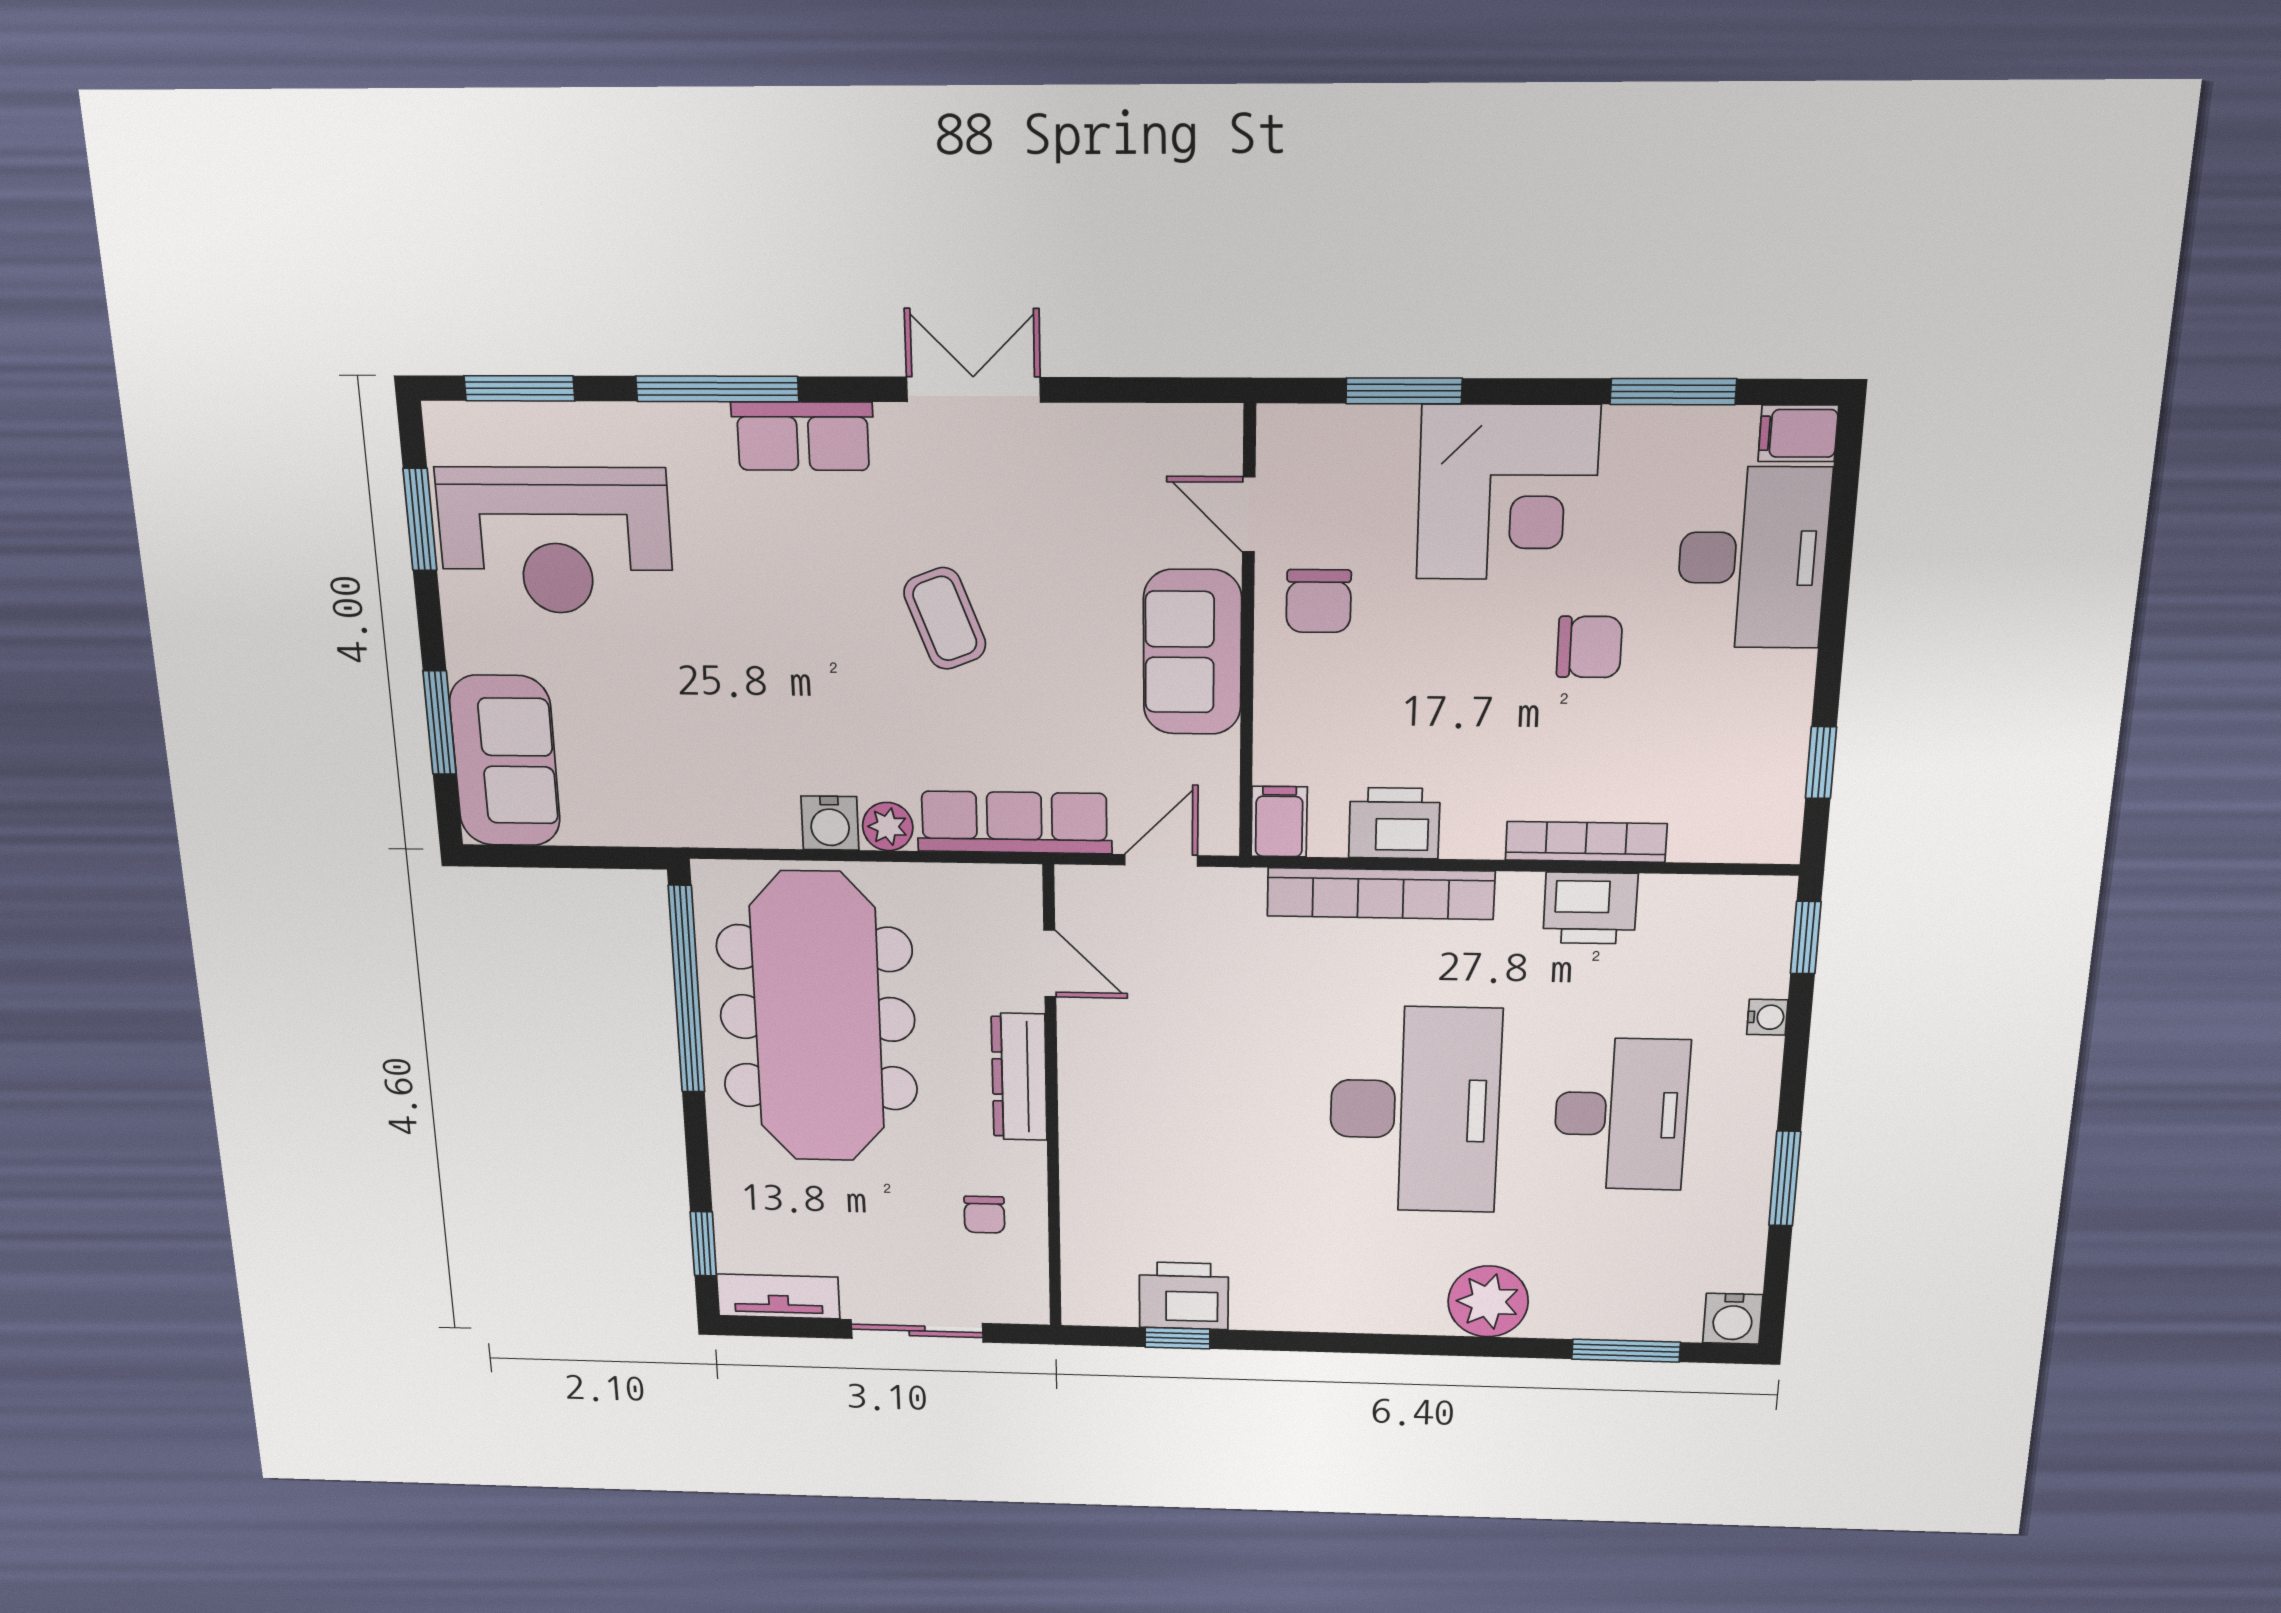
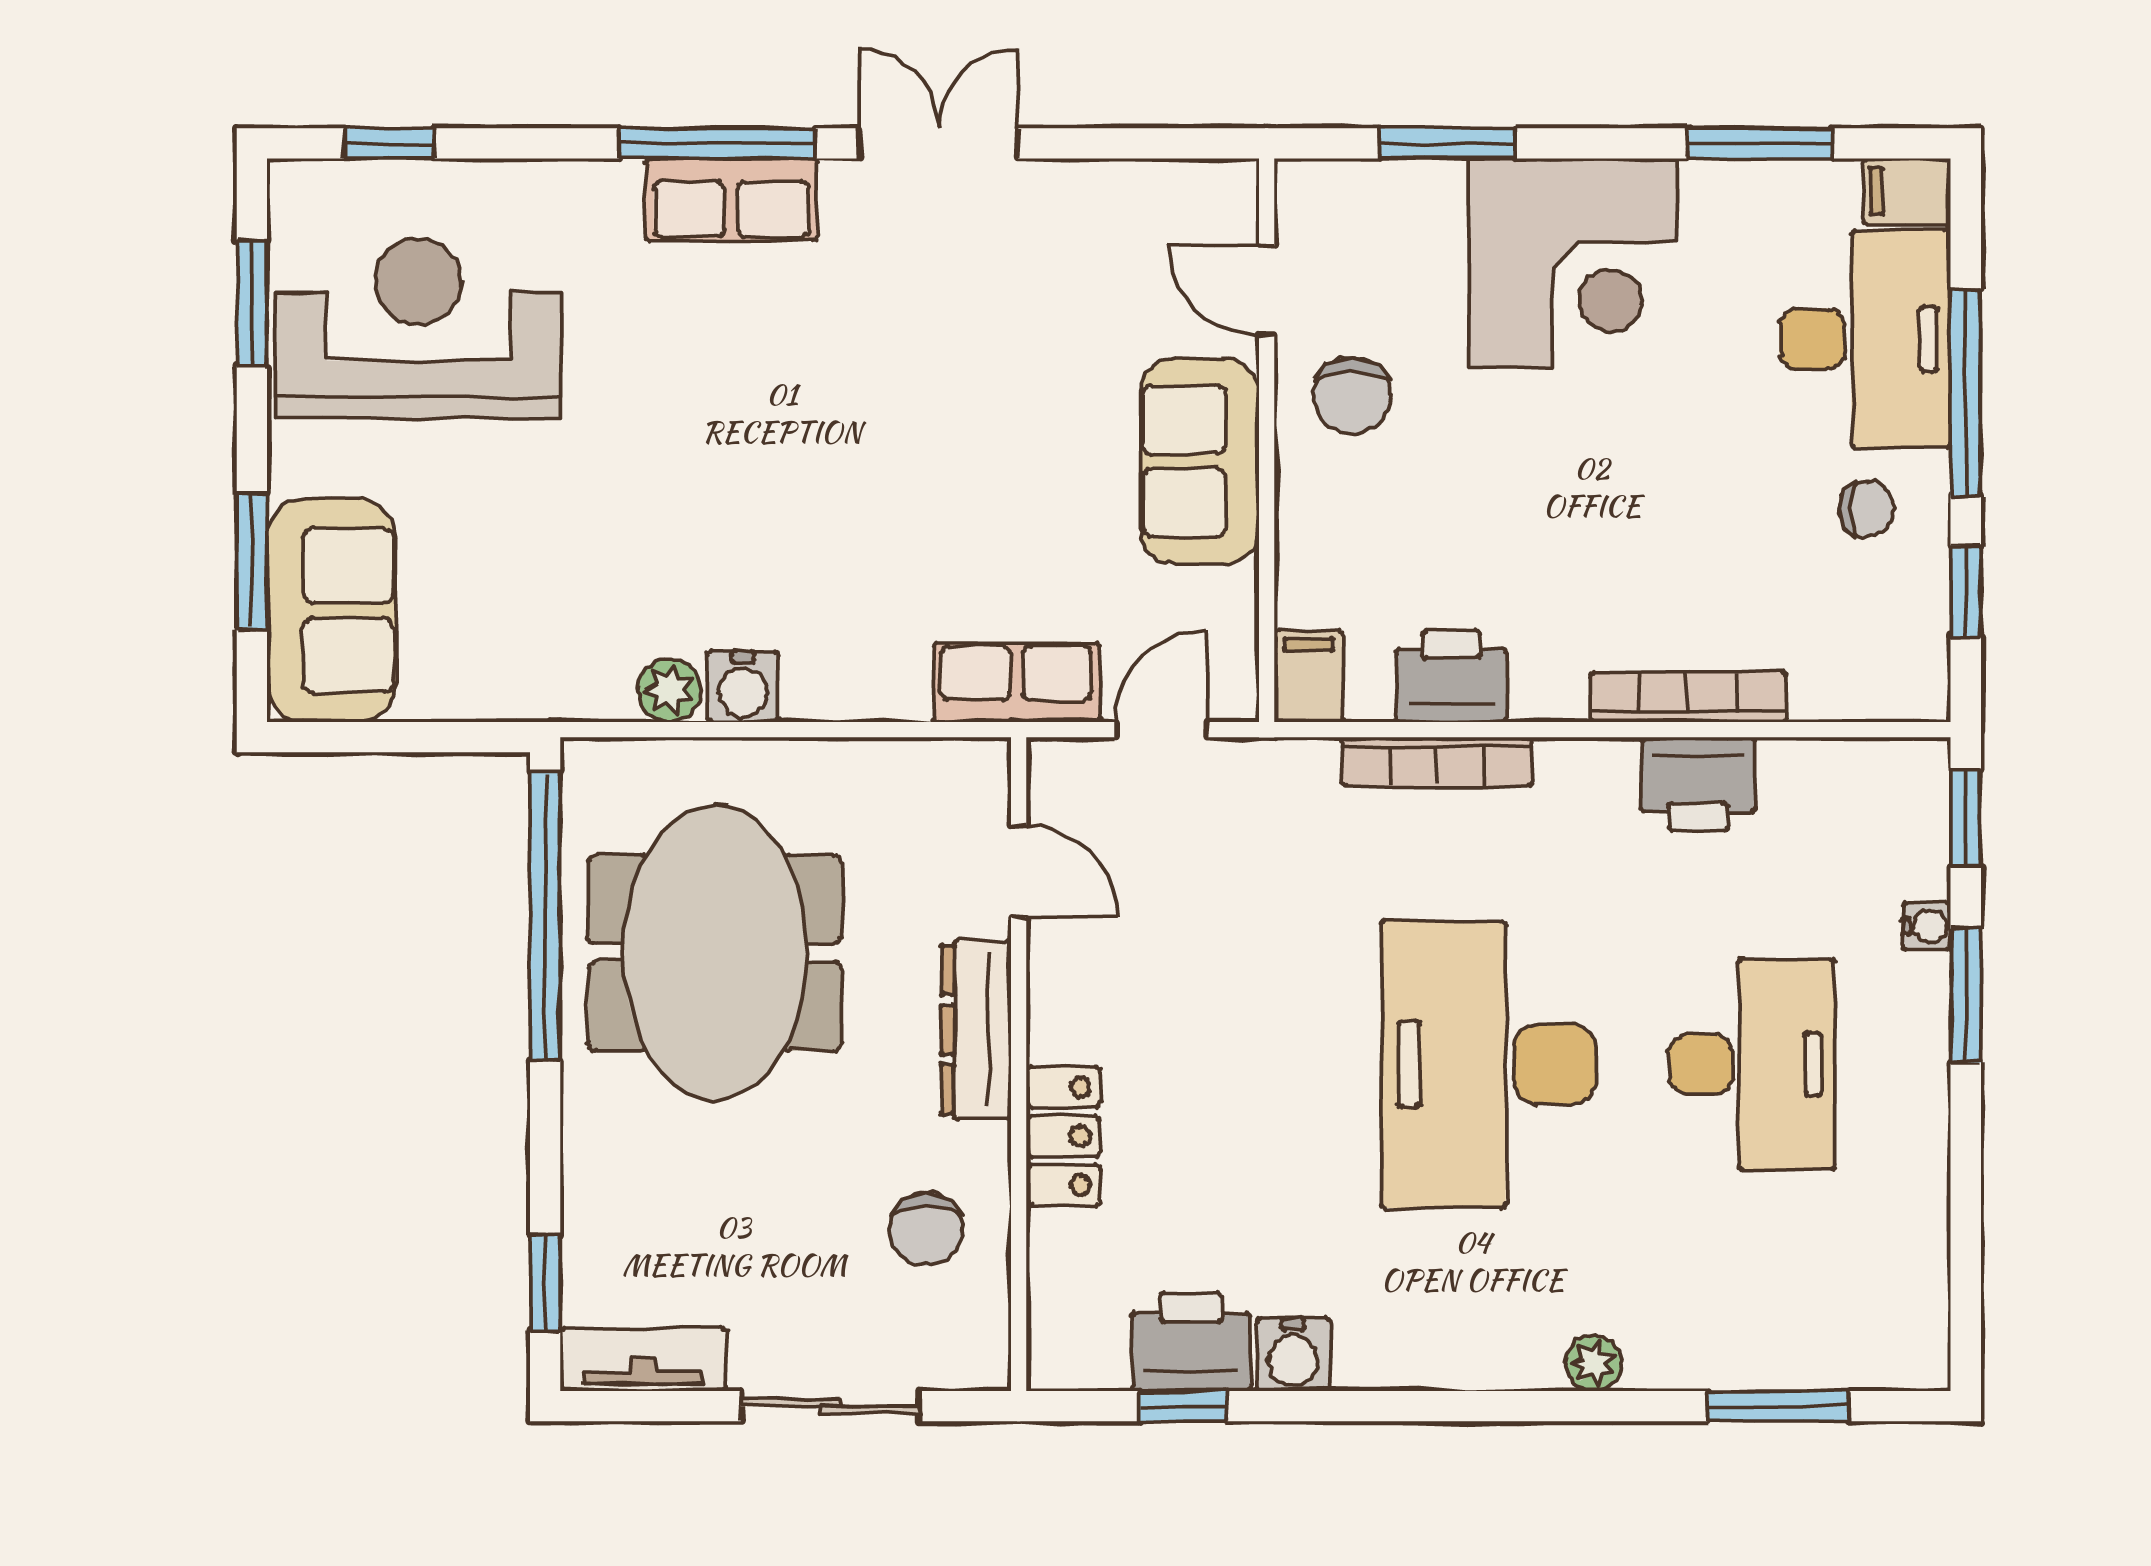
window: (519, 388) -> (390, 143), width x0.67
window: (717, 389) -> (717, 143), moved
reception desk: (555, 541) -> (418, 328), turned 180
window: (1835, 603) -> (1966, 393), added
coffee table: (945, 618) -> (896, 421), removed
chair: (1589, 647) -> (1867, 509), moved, width x0.73, depth x0.73
row of seats: (1014, 822) -> (1016, 682), width x0.68
plant: (888, 827) -> (669, 690), moved
bookcase: (1381, 894) -> (1437, 762), width x0.68, depth x0.76
meeting table: (817, 1018) -> (715, 953), width x0.73
desk: (1415, 1110) -> (1488, 1064), turned 180
locker: (1087, 1153) -> (1063, 1136), added
window: (1785, 1179) -> (1966, 995), moved
chair: (984, 1215) -> (926, 1229), width x1.37, depth x1.37
plant: (1488, 1301) -> (1594, 1363), width x0.53, depth x0.53
water cooler: (1733, 1319) -> (1293, 1355), moved

